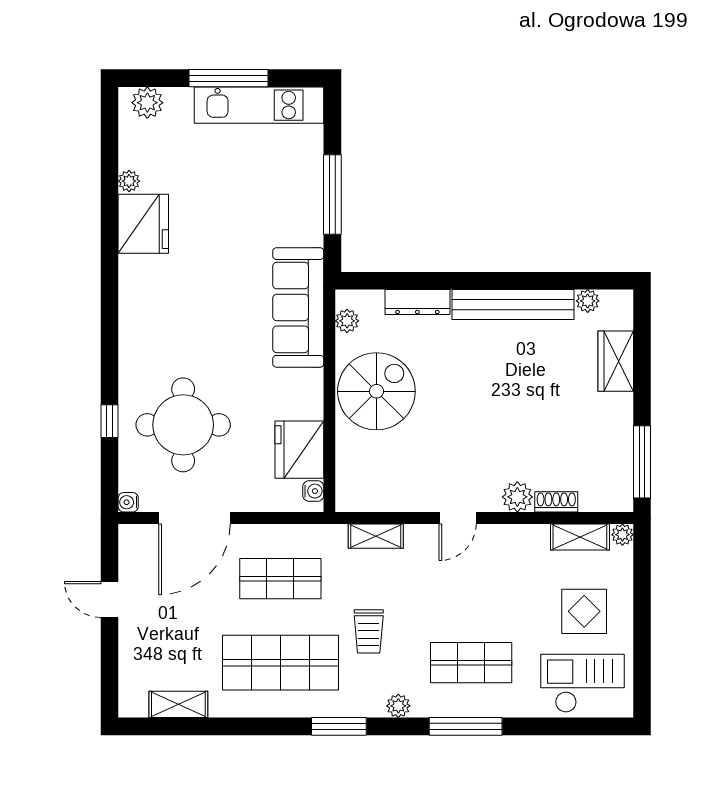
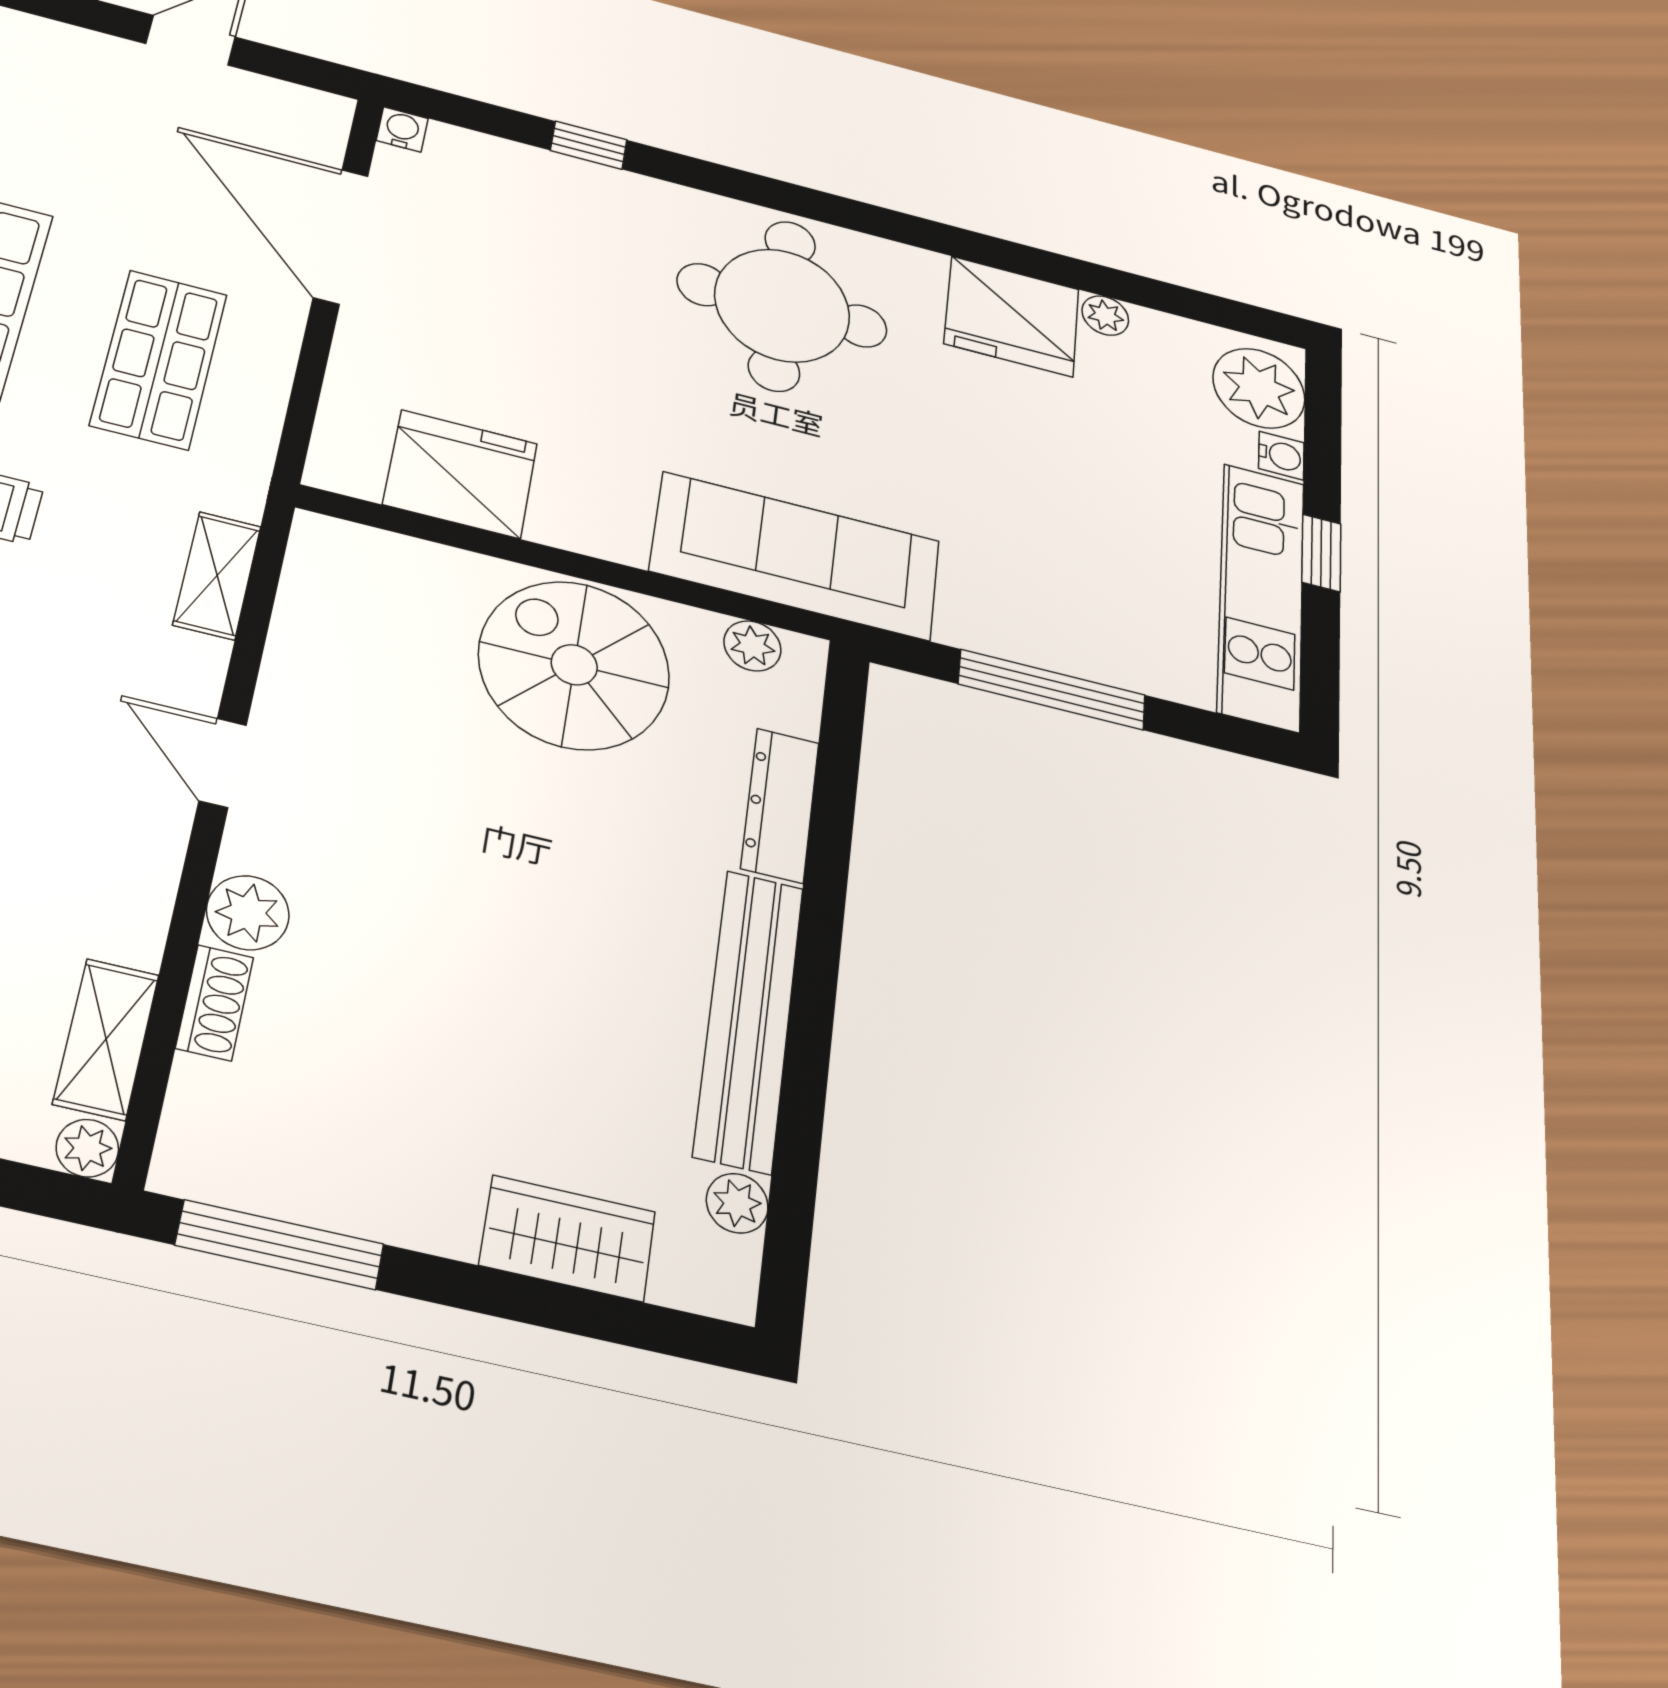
window: (229, 78) -> (1321, 553), width x0.46
plant: (147, 103) -> (1259, 388), width x1.36, depth x1.36
spiral stairs: (376, 391) -> (574, 665), turned 180
round table: (183, 425) -> (782, 305), moved
water cooler: (313, 491) -> (1281, 456), moved, turned -90

